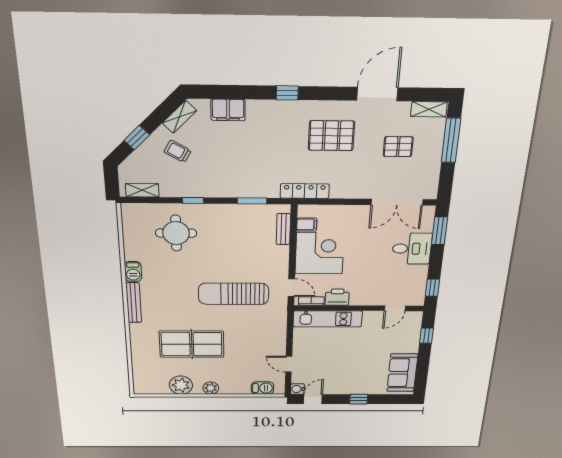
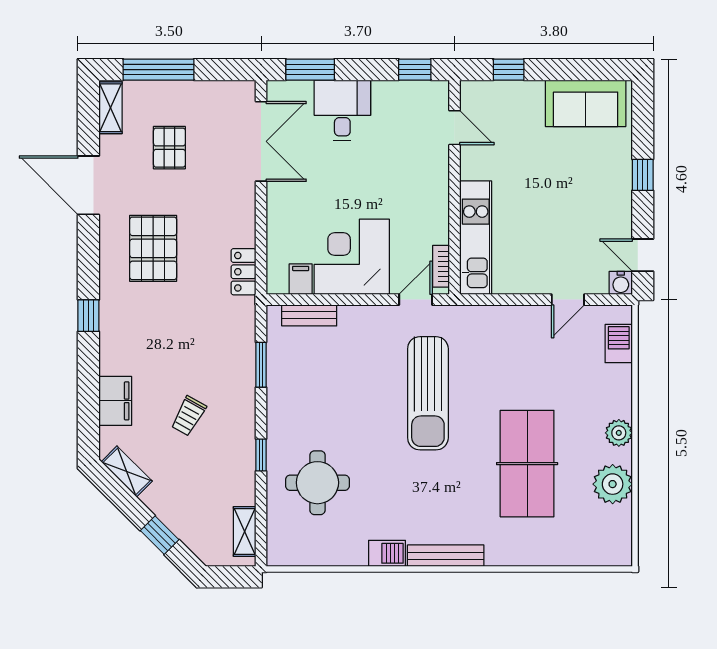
trolley: (178, 151) -> (189, 416), moved
locker: (305, 191) -> (243, 272), width x0.66
printer: (337, 297) -> (433, 224), removed

